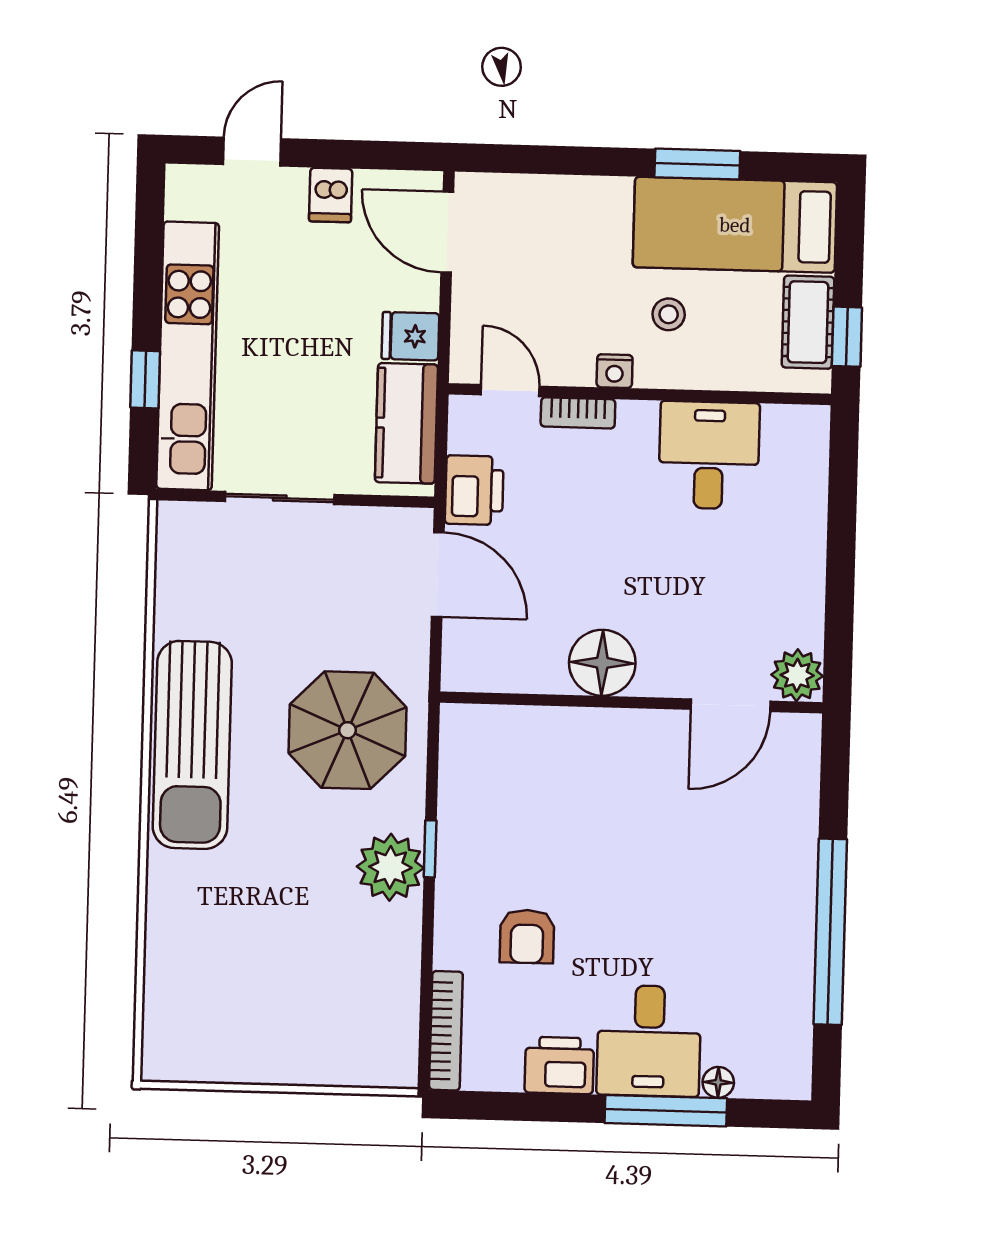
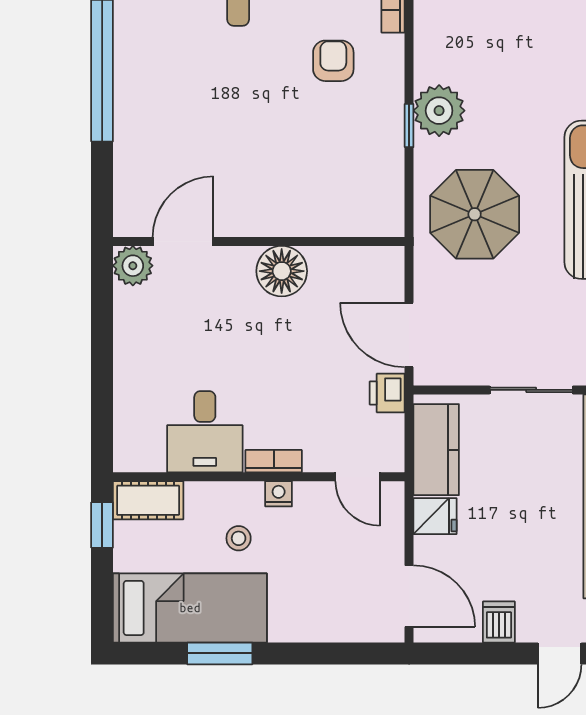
cot: (808, 322) -> (148, 500), moved, turned 90
bookcase: (578, 413) -> (274, 461), moved
printer: (474, 490) -> (387, 393), width x0.73, depth x0.81

